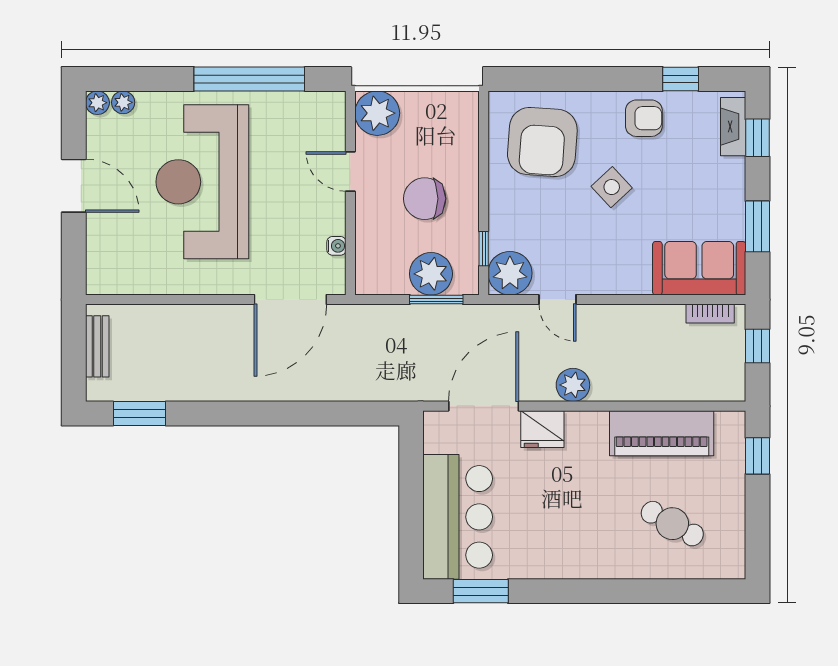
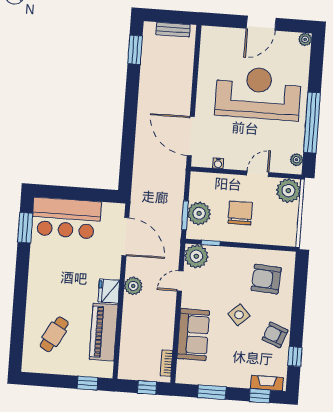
plant: (123, 102) -> (297, 160), moved
armchair: (644, 118) -> (275, 335), turned 111
armchair: (542, 142) -> (266, 279), width x0.73, depth x0.73
sofa: (699, 268) -> (193, 335), moved
fridge: (542, 429) -> (109, 291), moved

